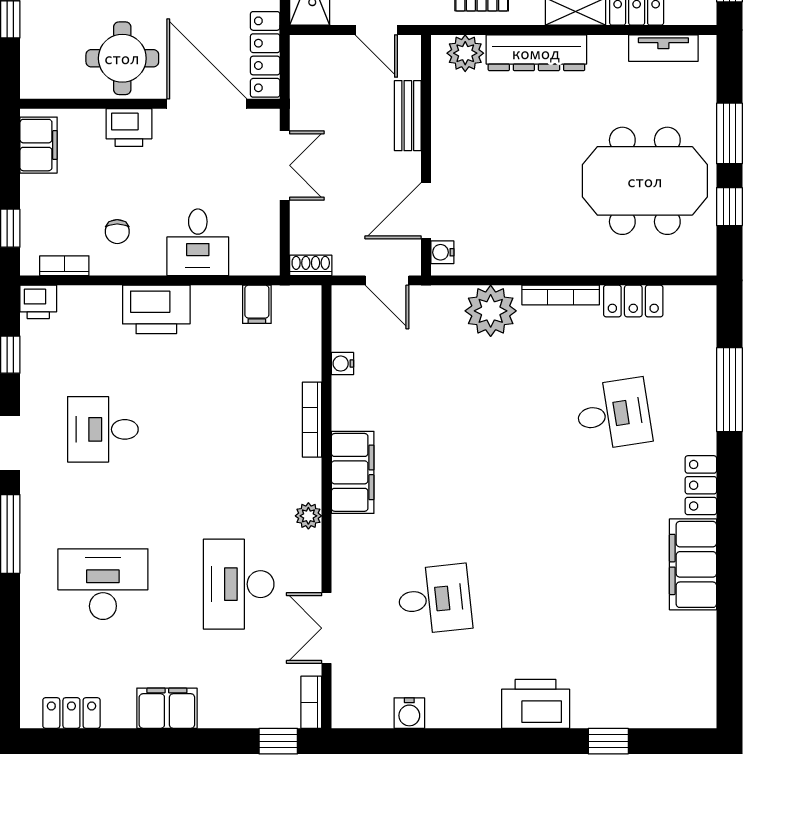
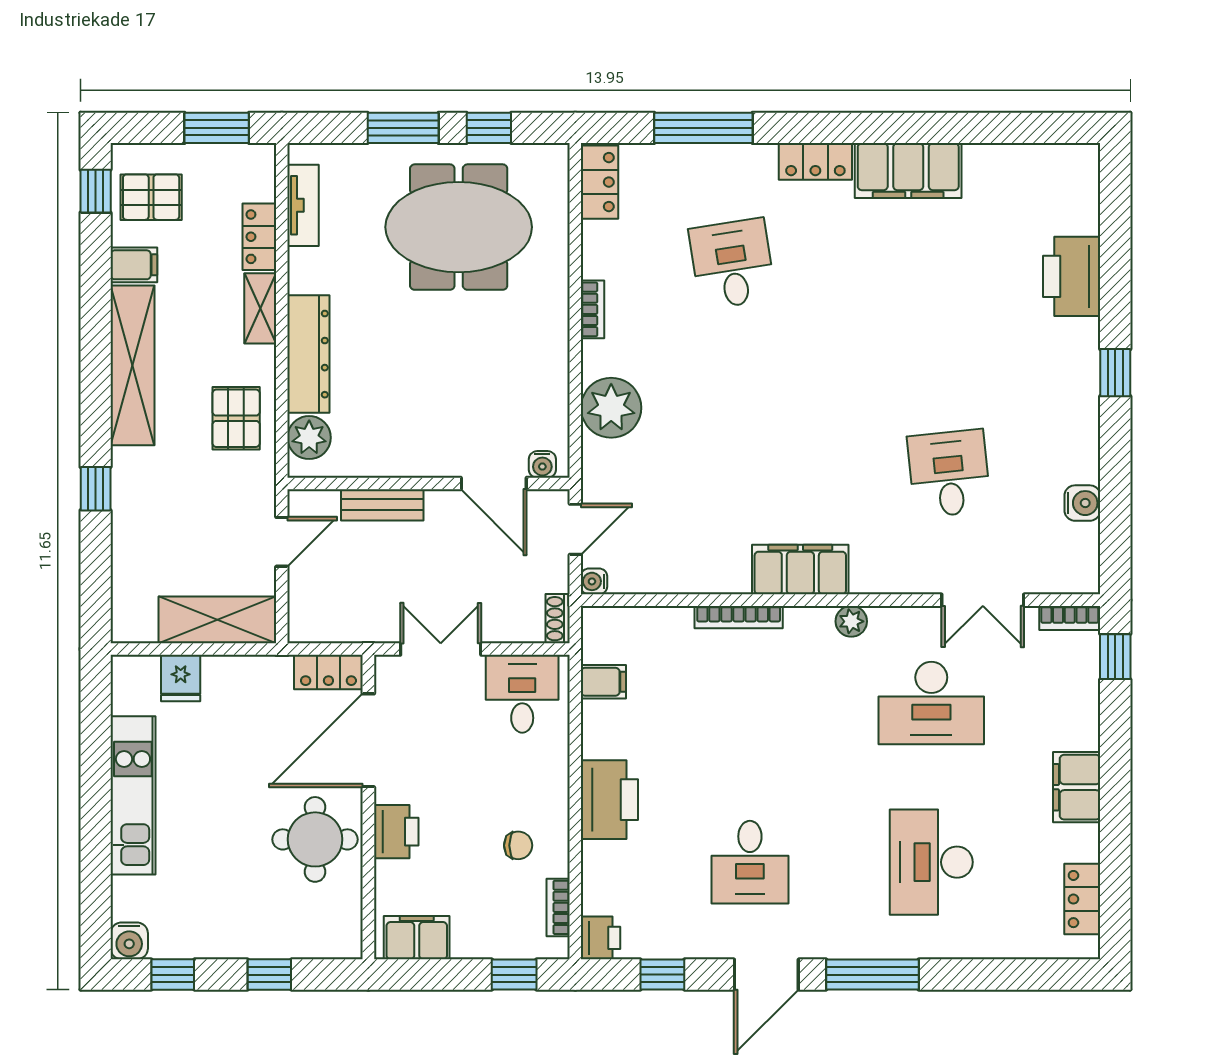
locker: (265, 54) -> (328, 672), width x0.66
meeting table: (645, 181) -> (459, 227), turned 90
desk: (198, 242) -> (522, 694), moved, turned -90
bookcase: (561, 295) -> (593, 309), width x0.64
locker: (633, 301) -> (600, 182), moved
water cooler: (342, 364) -> (594, 581), moved, turned 90
printer: (536, 704) -> (1072, 276), moved
window: (608, 741) -> (1115, 373), moved

